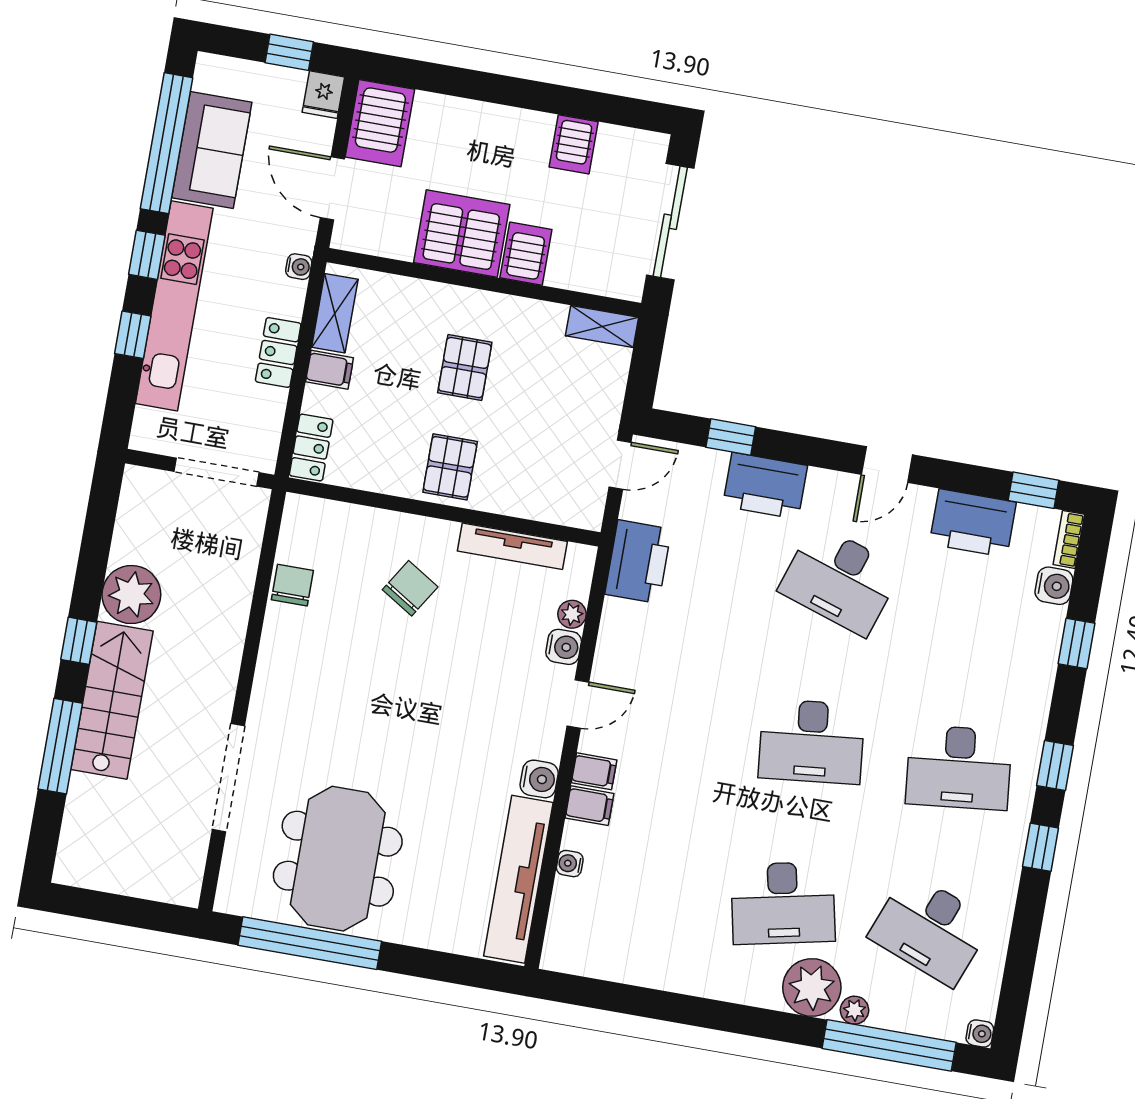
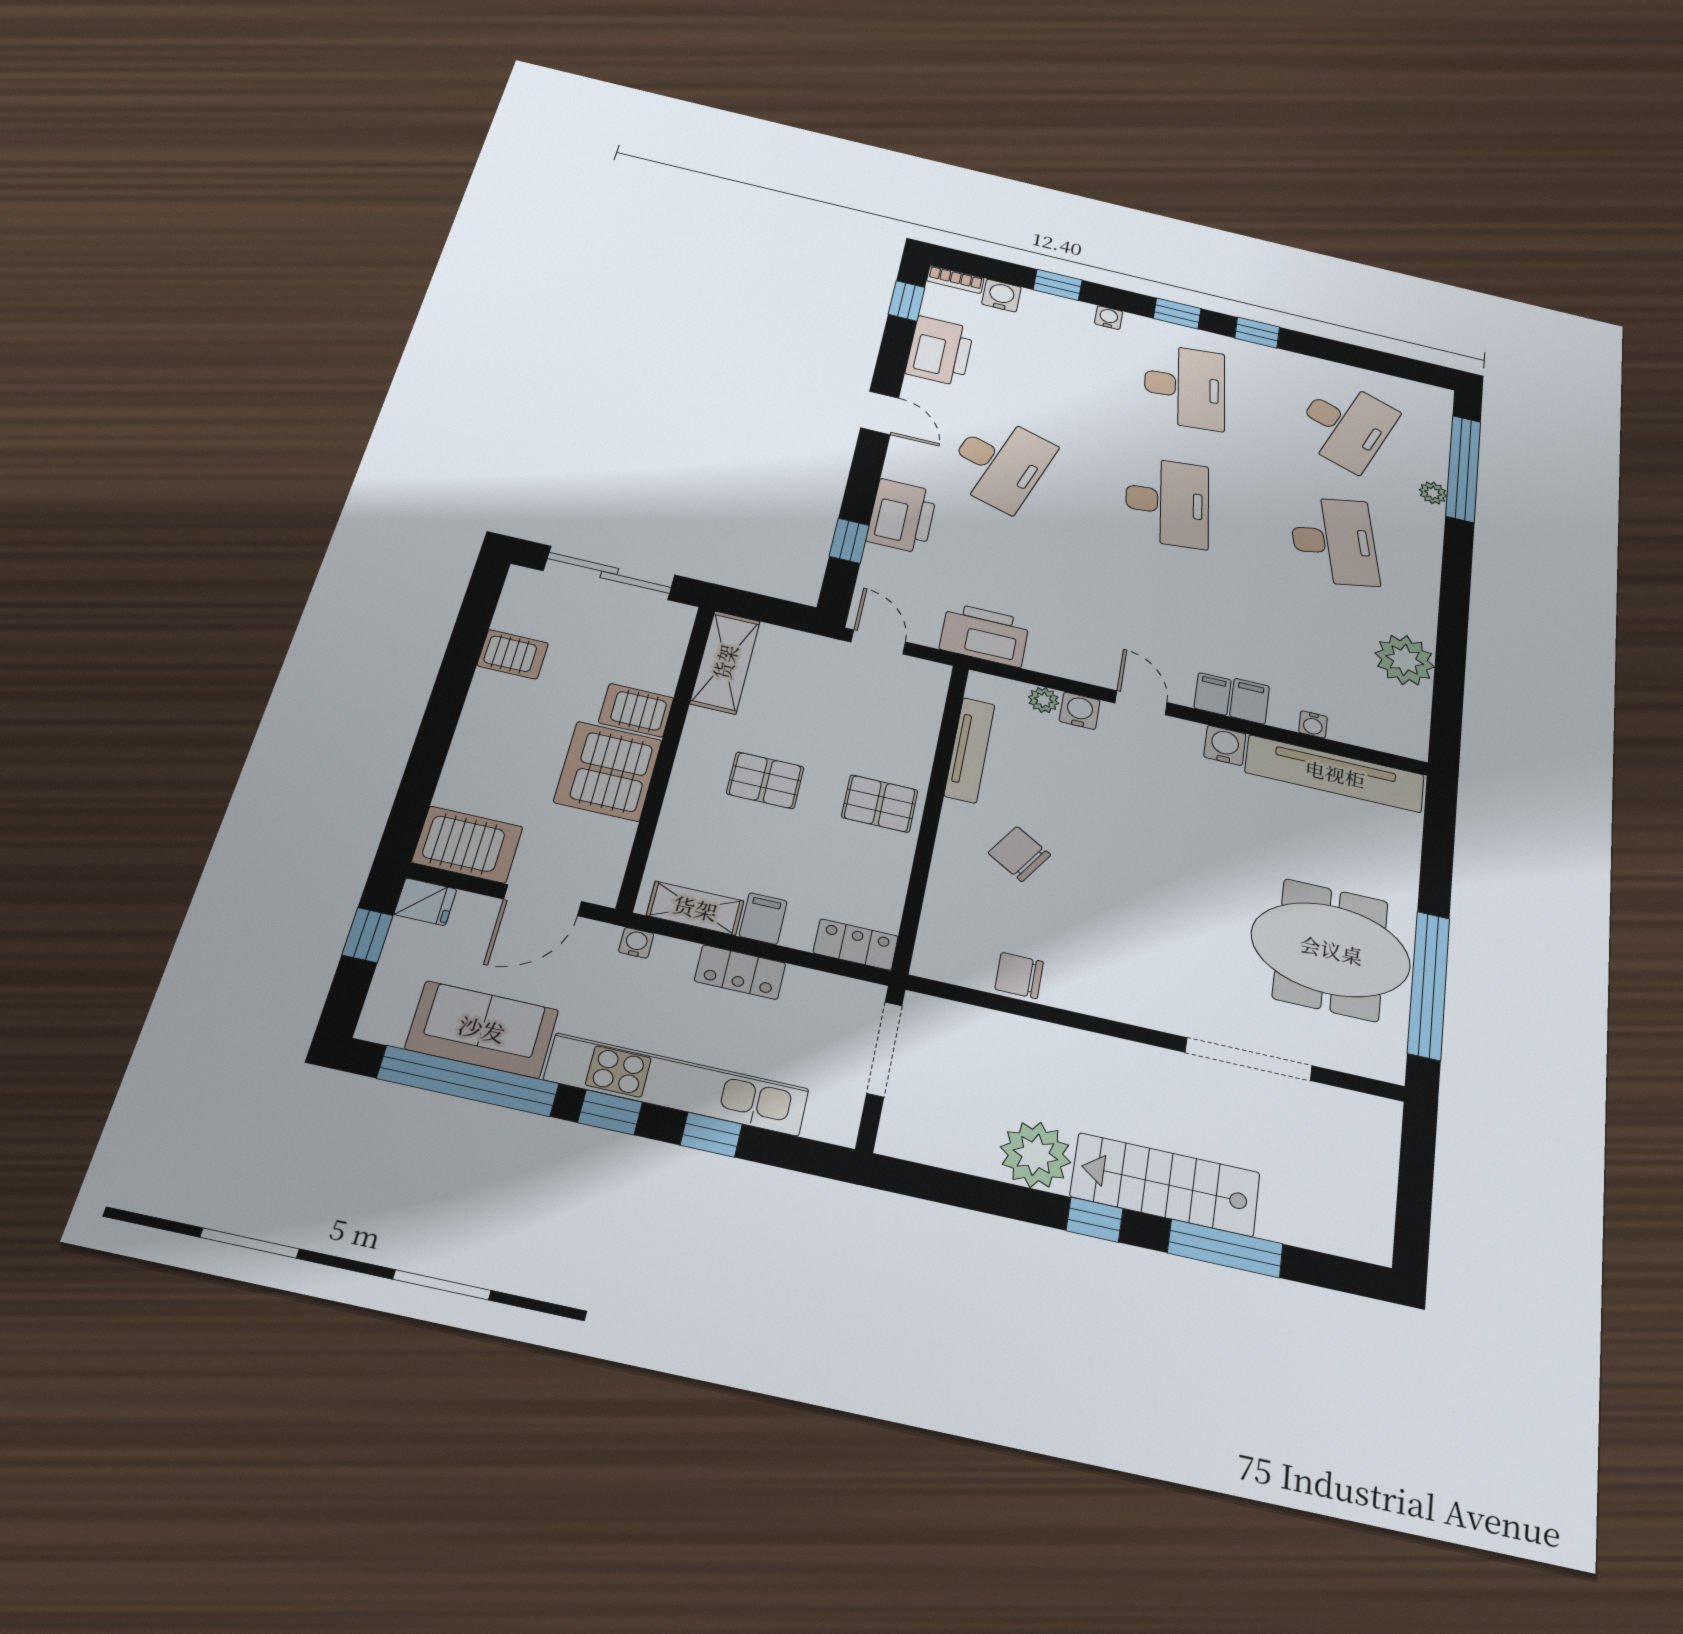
shelving: (602, 326) -> (725, 662), width x1.50, depth x1.33
plant: (812, 987) -> (1405, 660), moved
water cooler: (980, 1033) -> (1109, 318), moved

